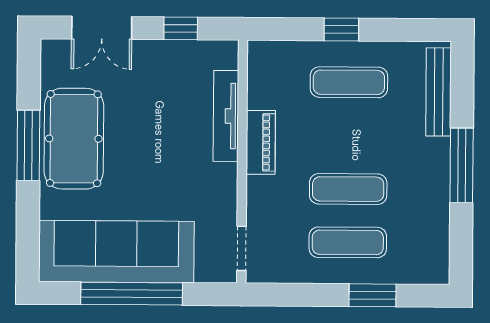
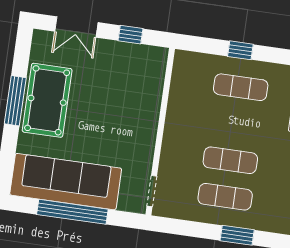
tv unit: (226, 116) -> (153, 99), removed
piano: (261, 142) -> (175, 120), removed

